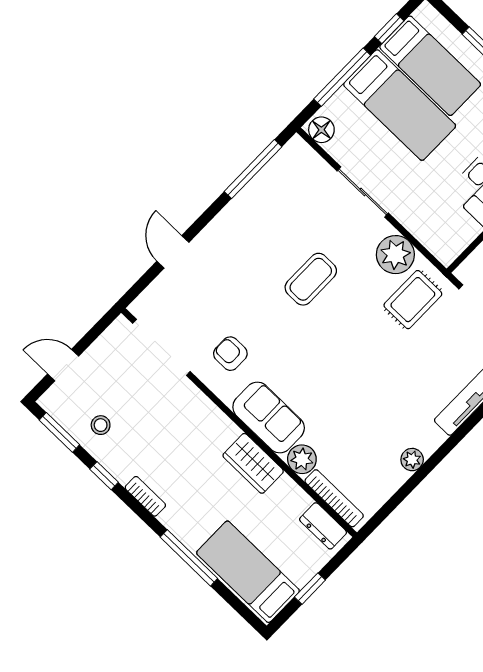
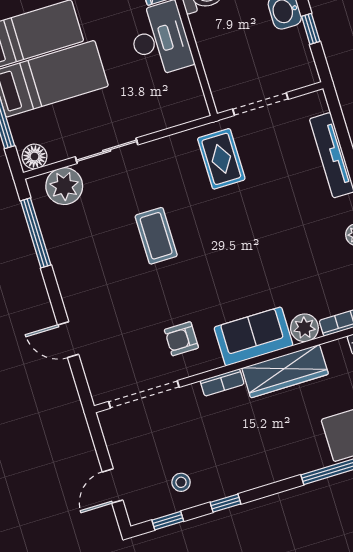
plant: (395, 255) -> (64, 186), moved
window: (59, 432) -> (168, 521), width x0.67
wardrobe: (253, 463) -> (285, 371), width x1.50
bookcase: (145, 496) -> (222, 382), moved, turned 180

